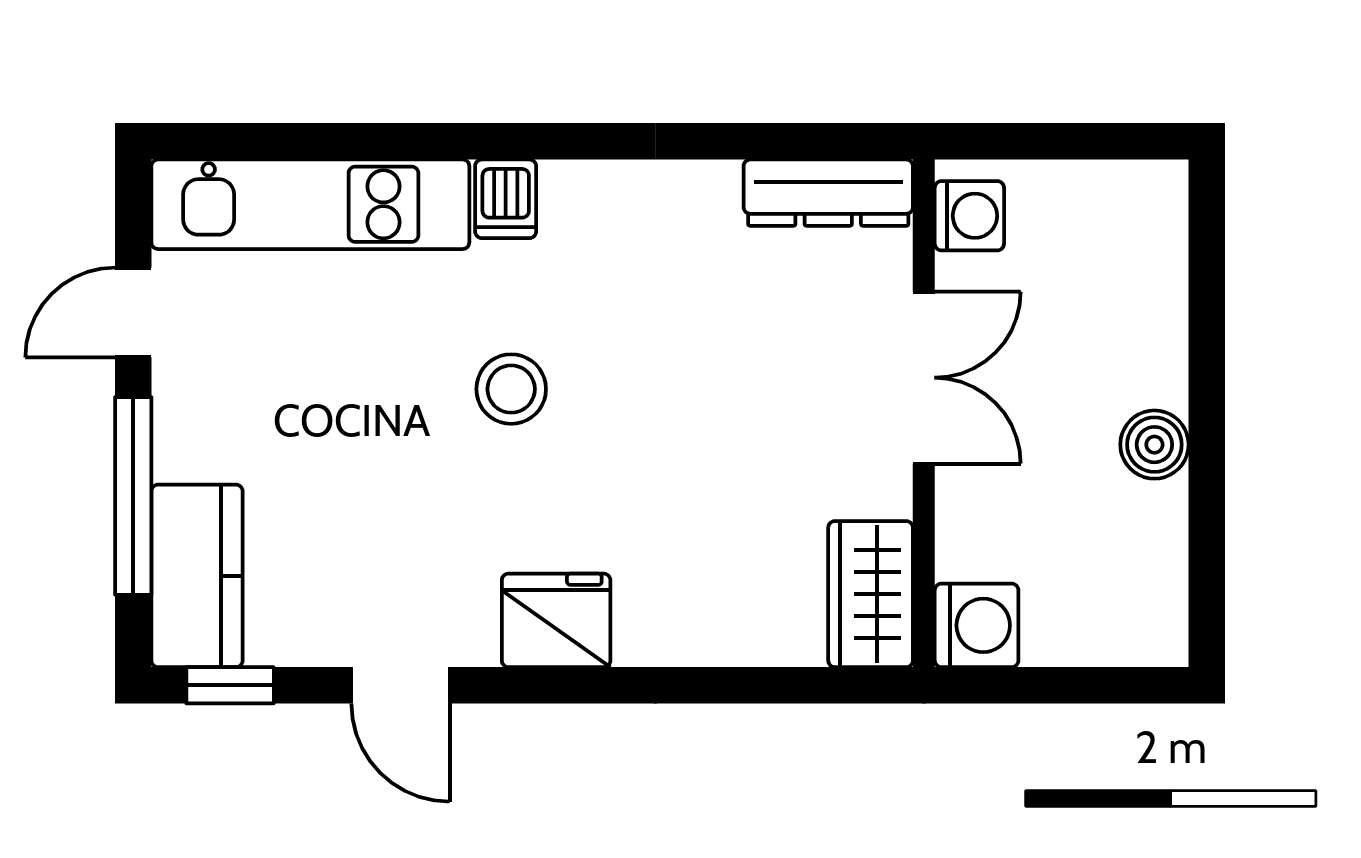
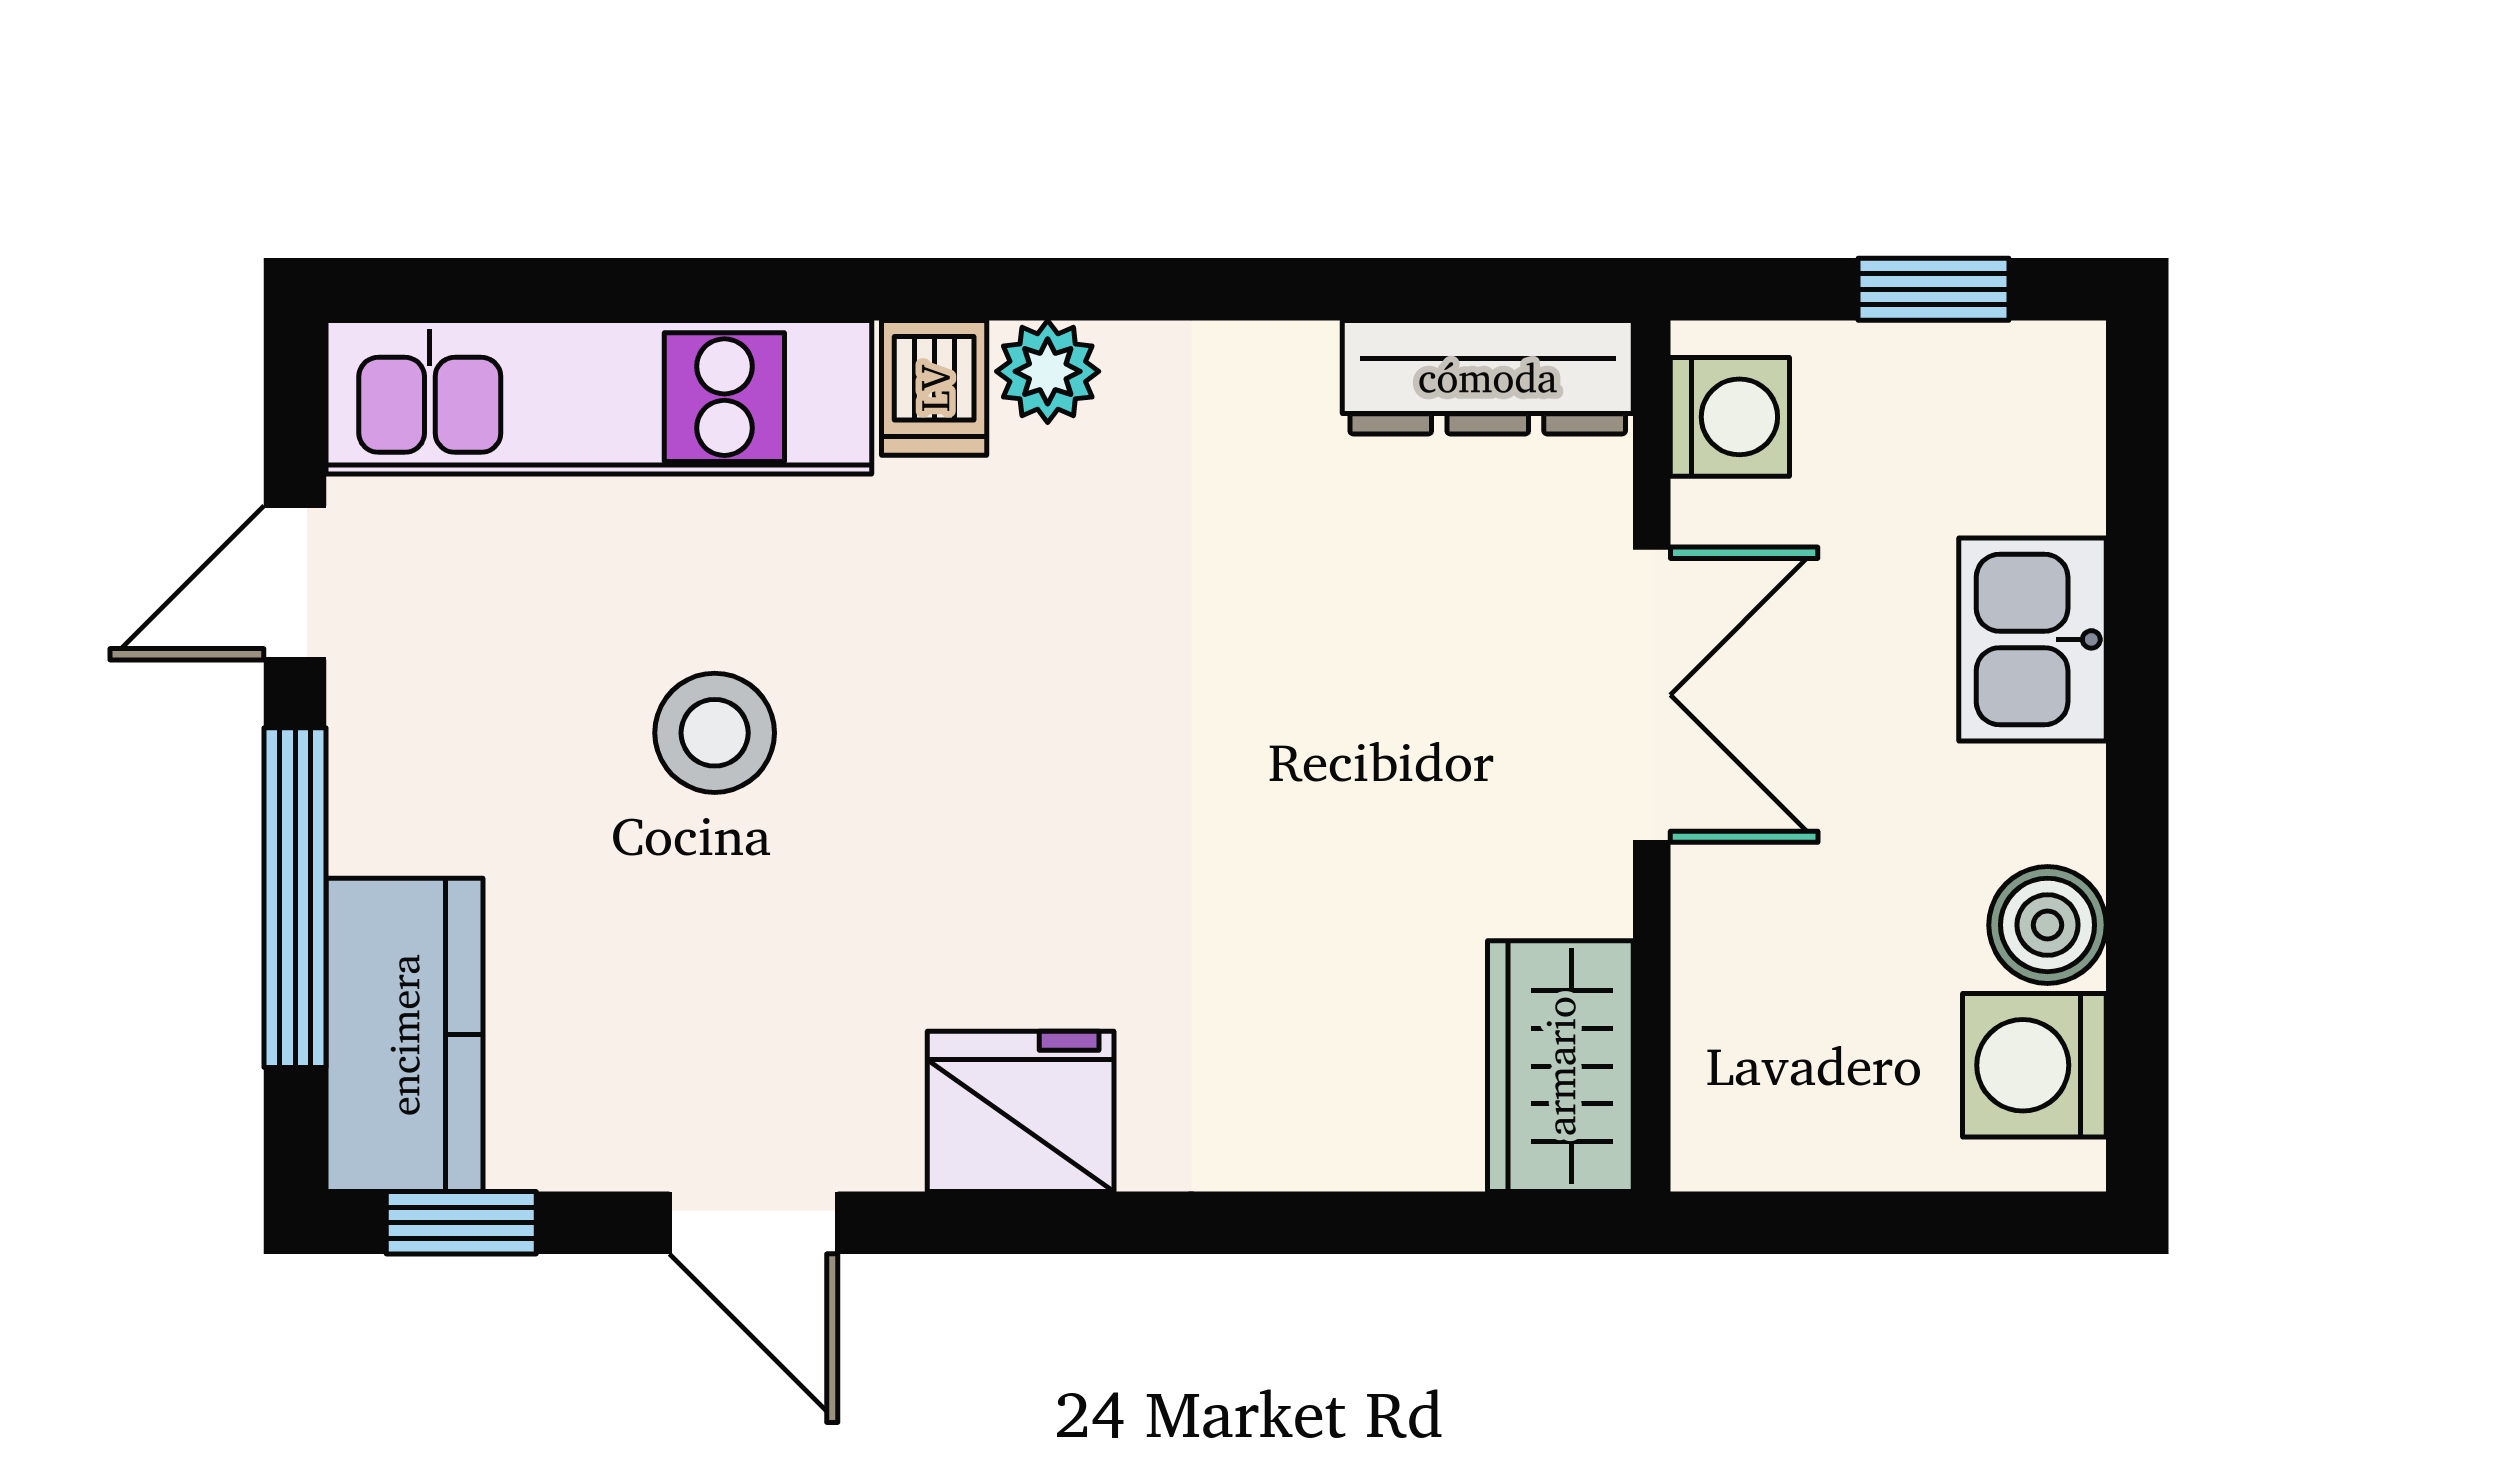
window: (1088, 141) -> (1933, 289), added
plant: (572, 189) -> (1048, 371), added
kitchen sink: (1146, 345) -> (2032, 639), added
stool: (511, 389) -> (715, 733), moved
boiler: (1154, 445) -> (2048, 925), moved
washing machine: (977, 625) -> (2034, 1065), moved, turned 180

